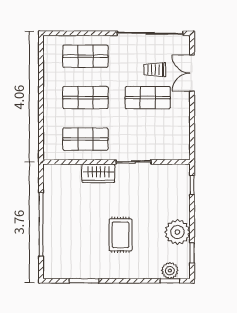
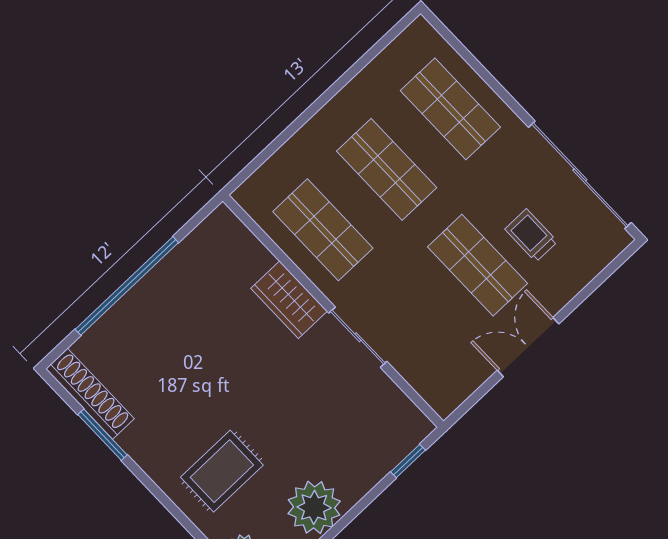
double door: (192, 73) -> (528, 347), moved
rug: (120, 235) -> (222, 471), moved
shoe rack: (66, 272) -> (90, 394), added

